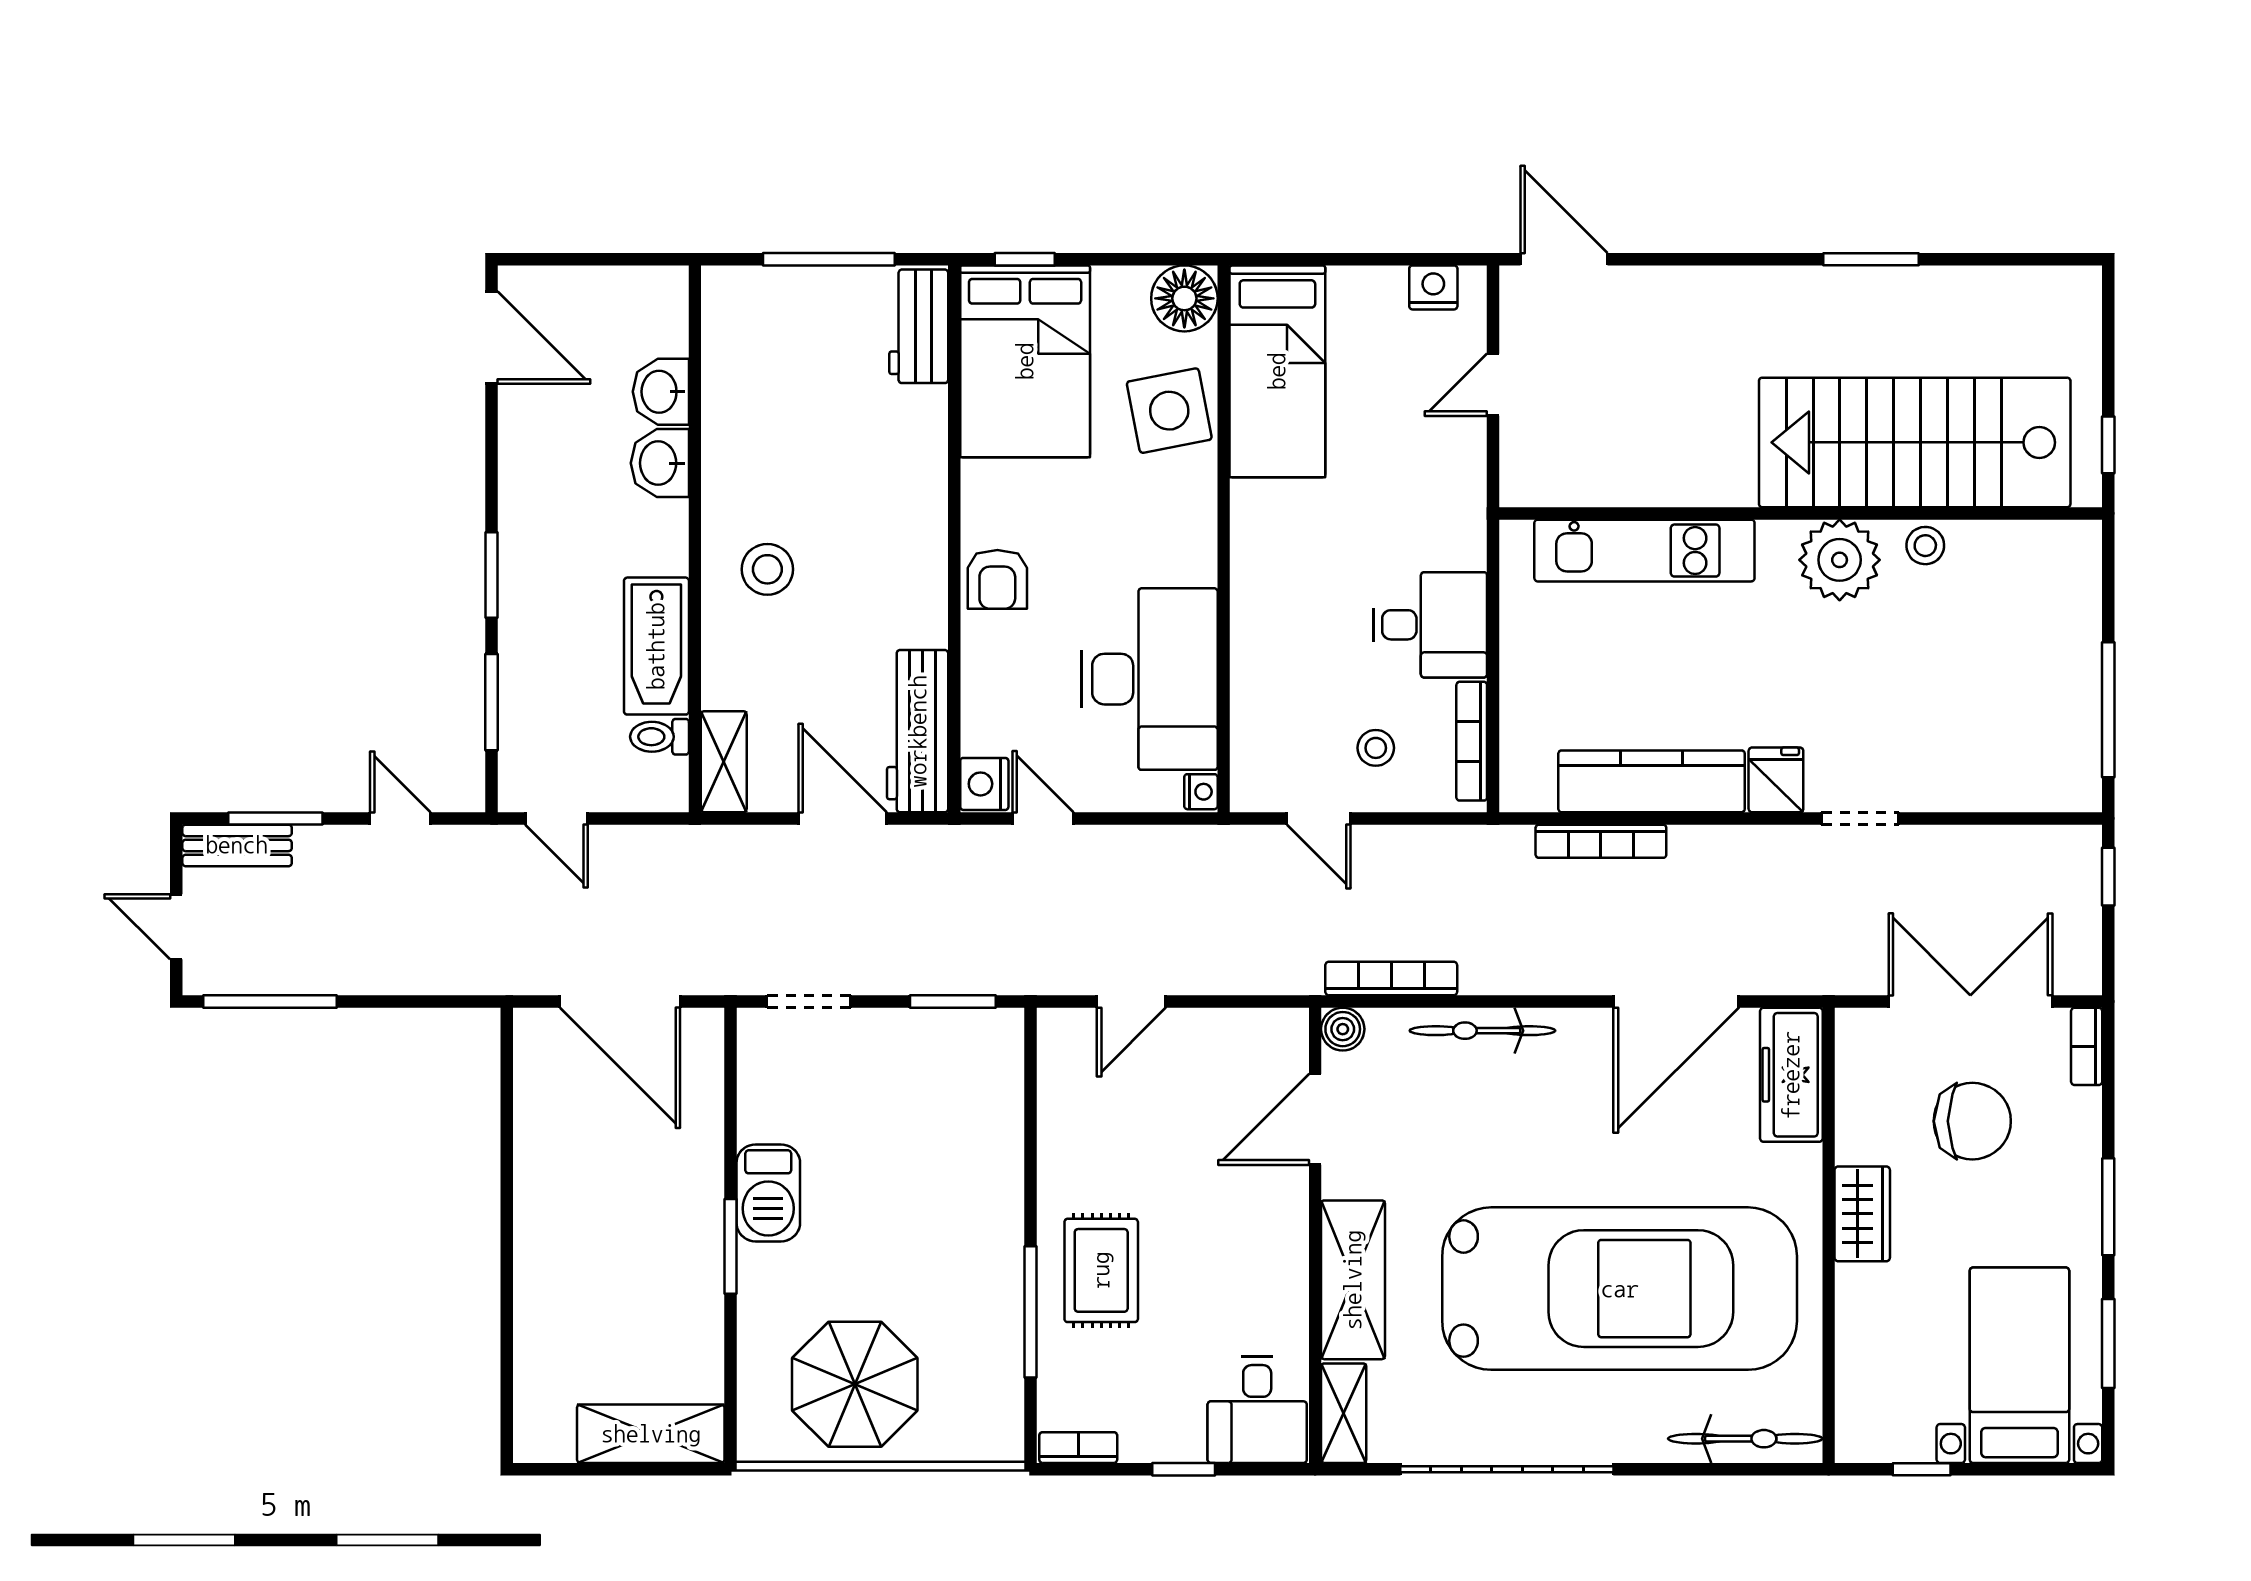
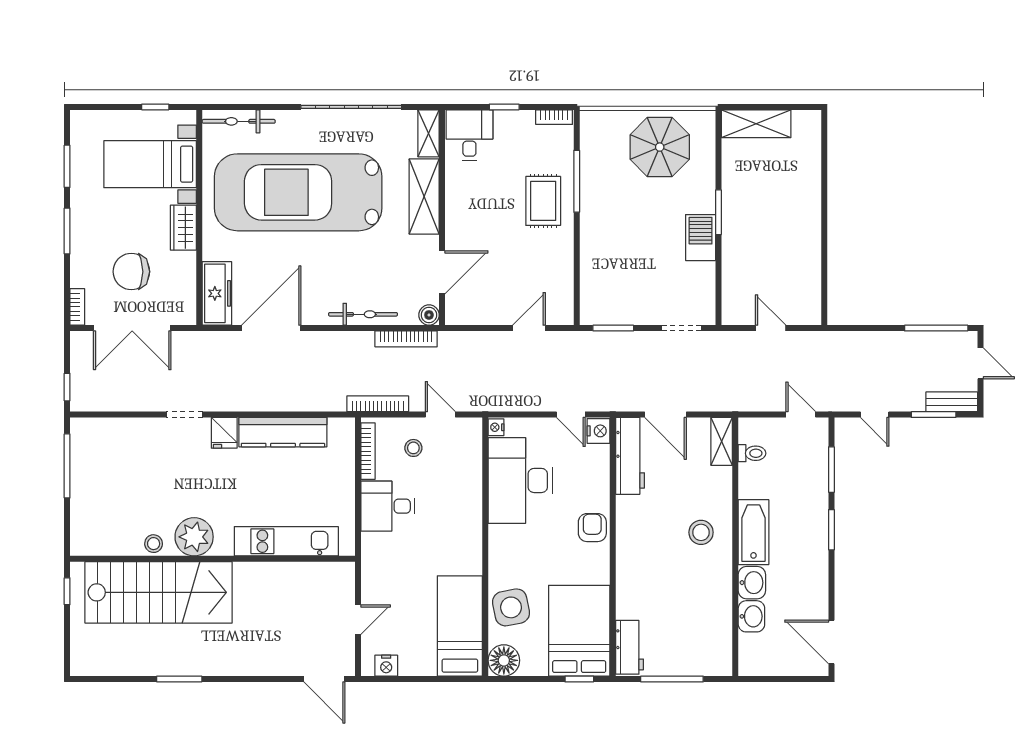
bathtub: (656, 646) -> (753, 532), moved
bookcase: (1601, 841) -> (378, 404), moved
door: (620, 1001) -> (771, 328), width x0.53
bed with nightstands: (2019, 1365) -> (150, 164), moved, turned 90

